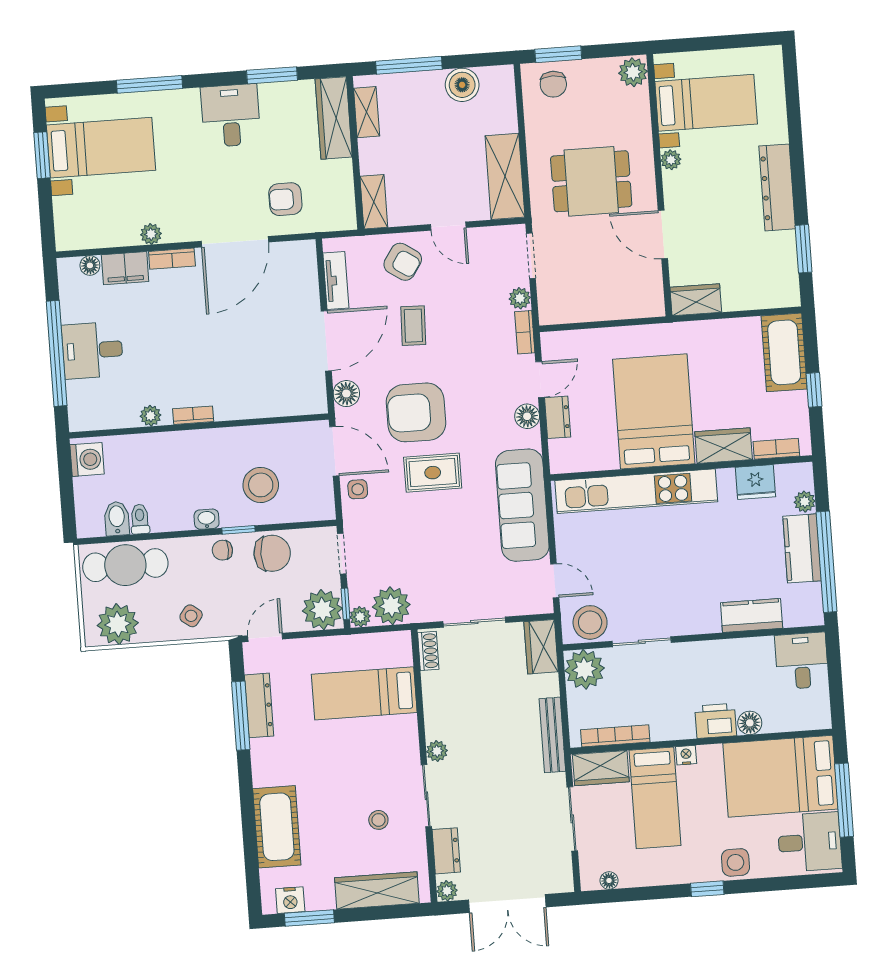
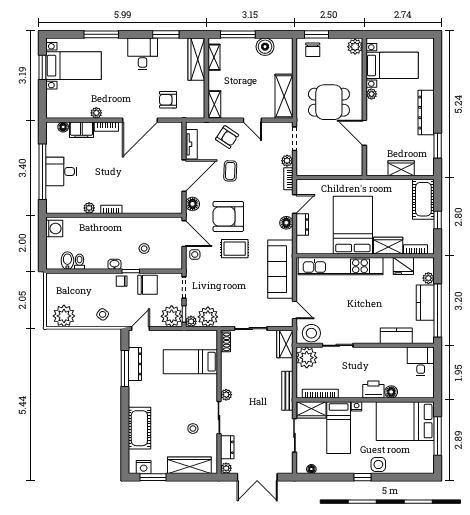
wardrobe: (696, 300) -> (401, 168), moved
stool: (261, 485) -> (144, 248), width x0.53, depth x0.53
cafe table: (125, 565) -> (70, 285), removed
desk: (810, 842) -> (418, 457), removed

